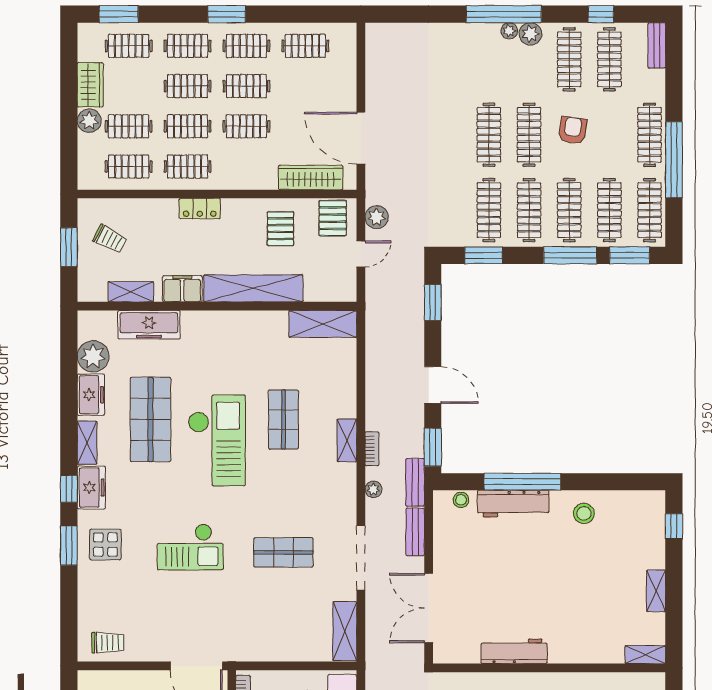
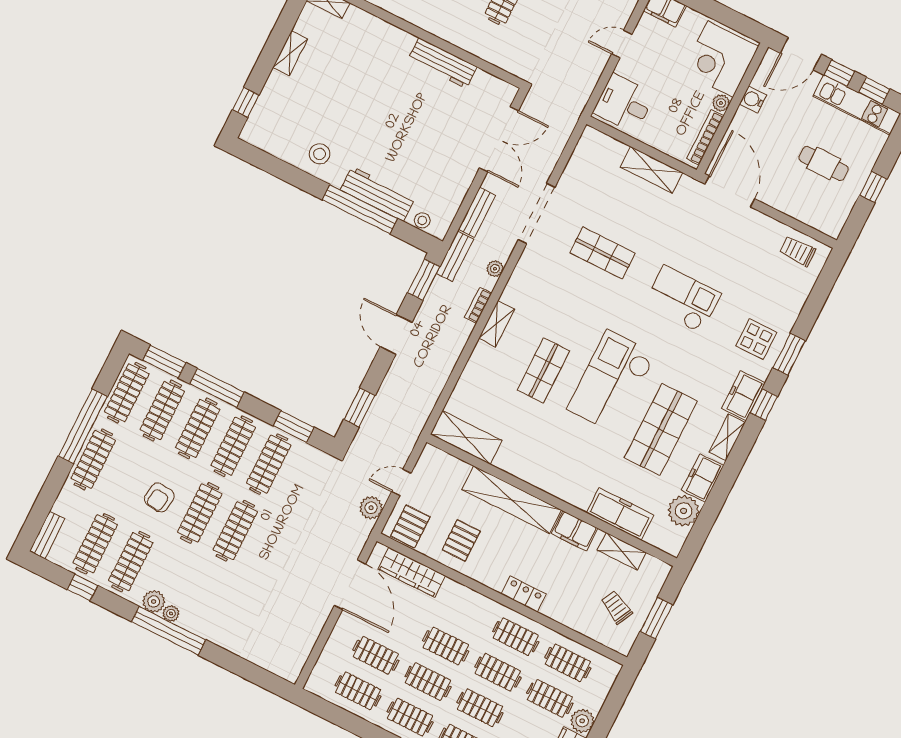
clothes rail: (305, 86) -> (376, 655), added
shelving: (345, 631) -> (652, 170), moved, turned 90

